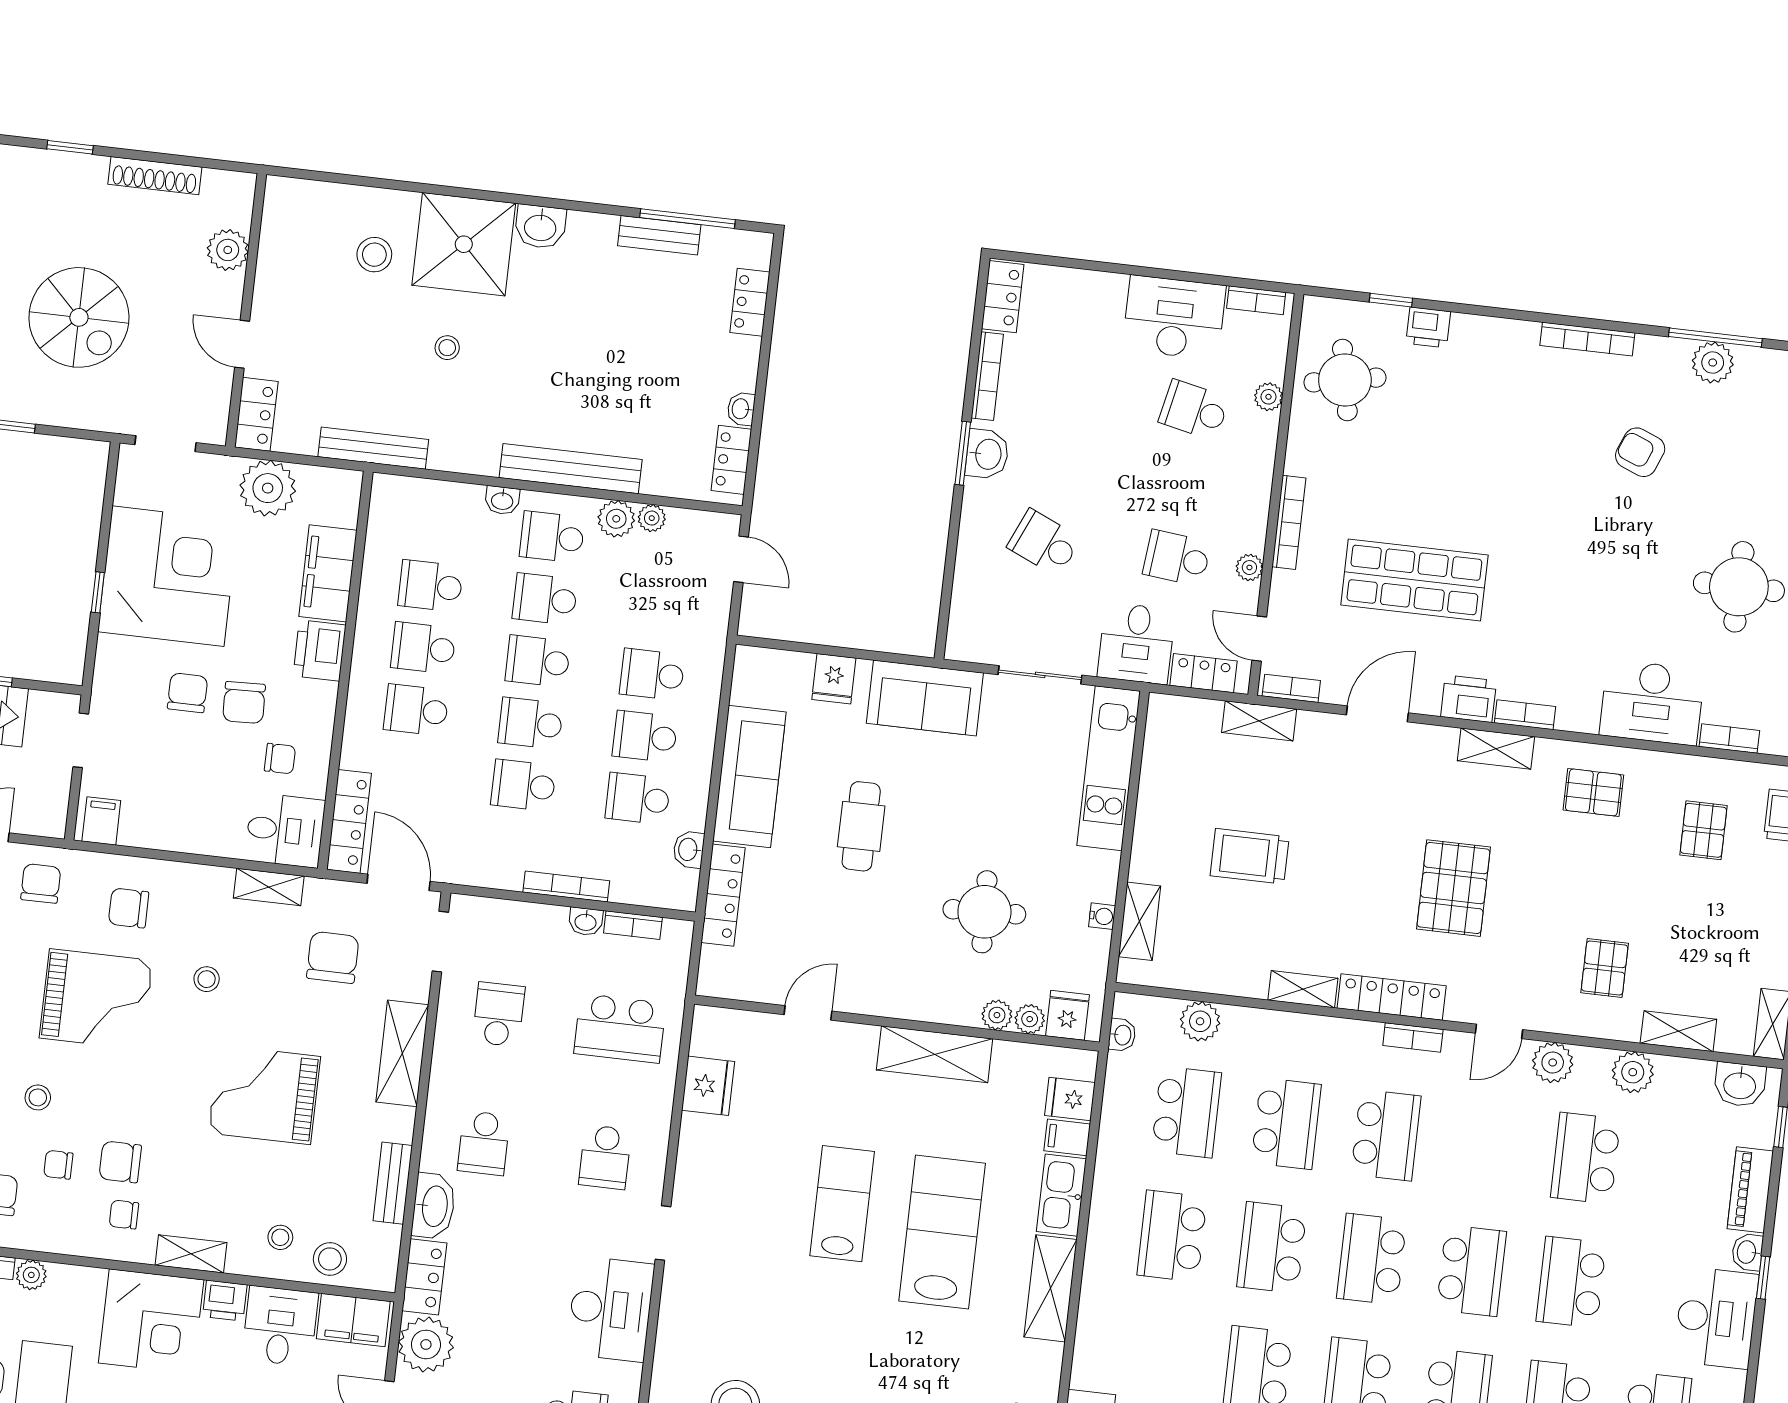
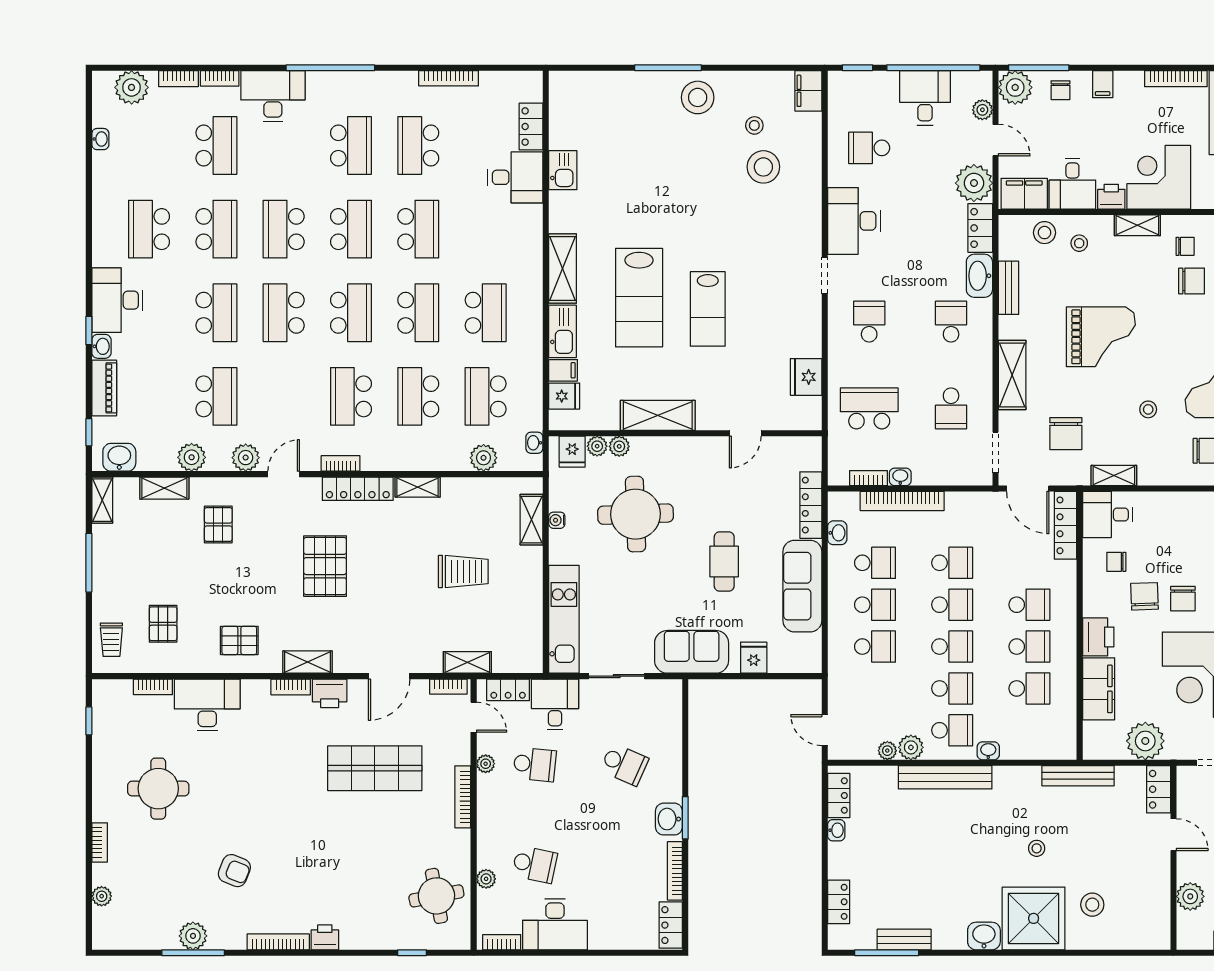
printer: (1428, 327) -> (325, 937), moved
bookcase: (566, 887) -> (902, 501), width x1.48, depth x1.31
round table: (984, 912) -> (636, 514), width x1.36, depth x1.36

